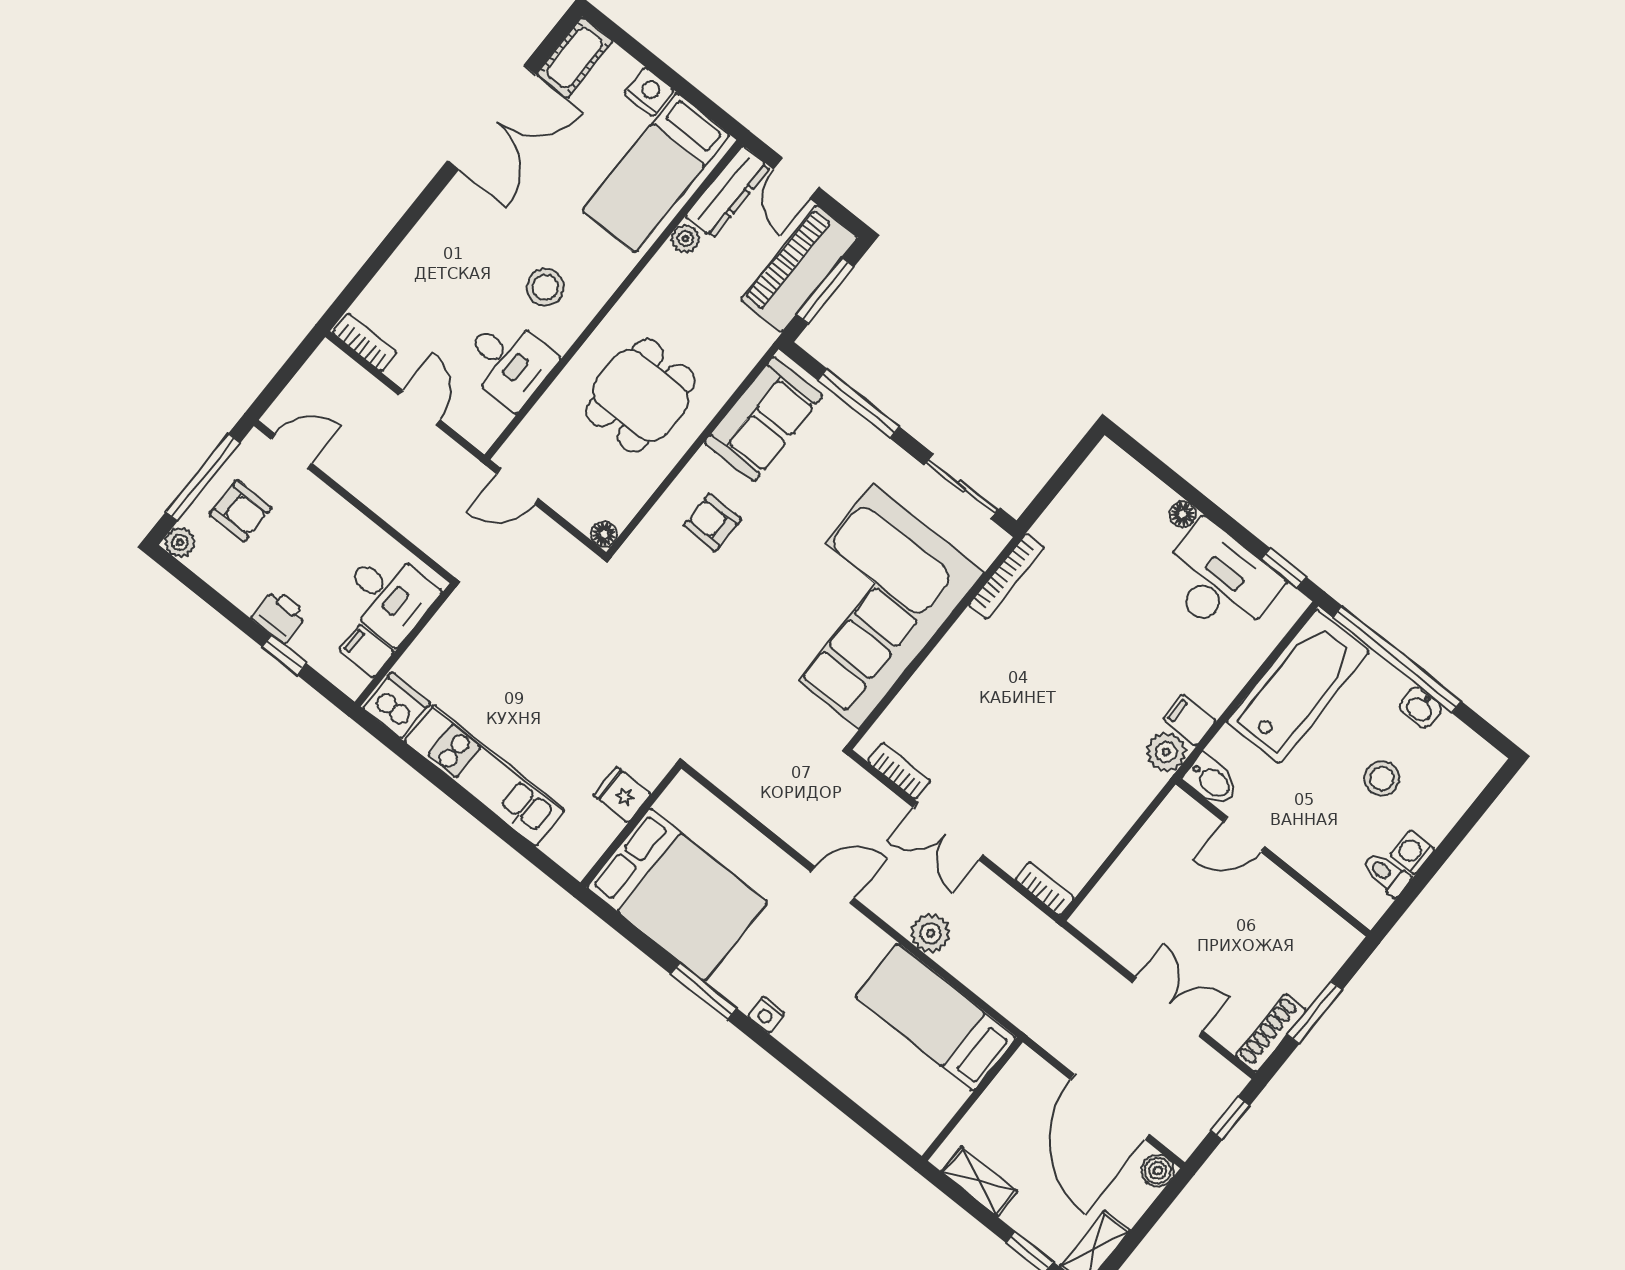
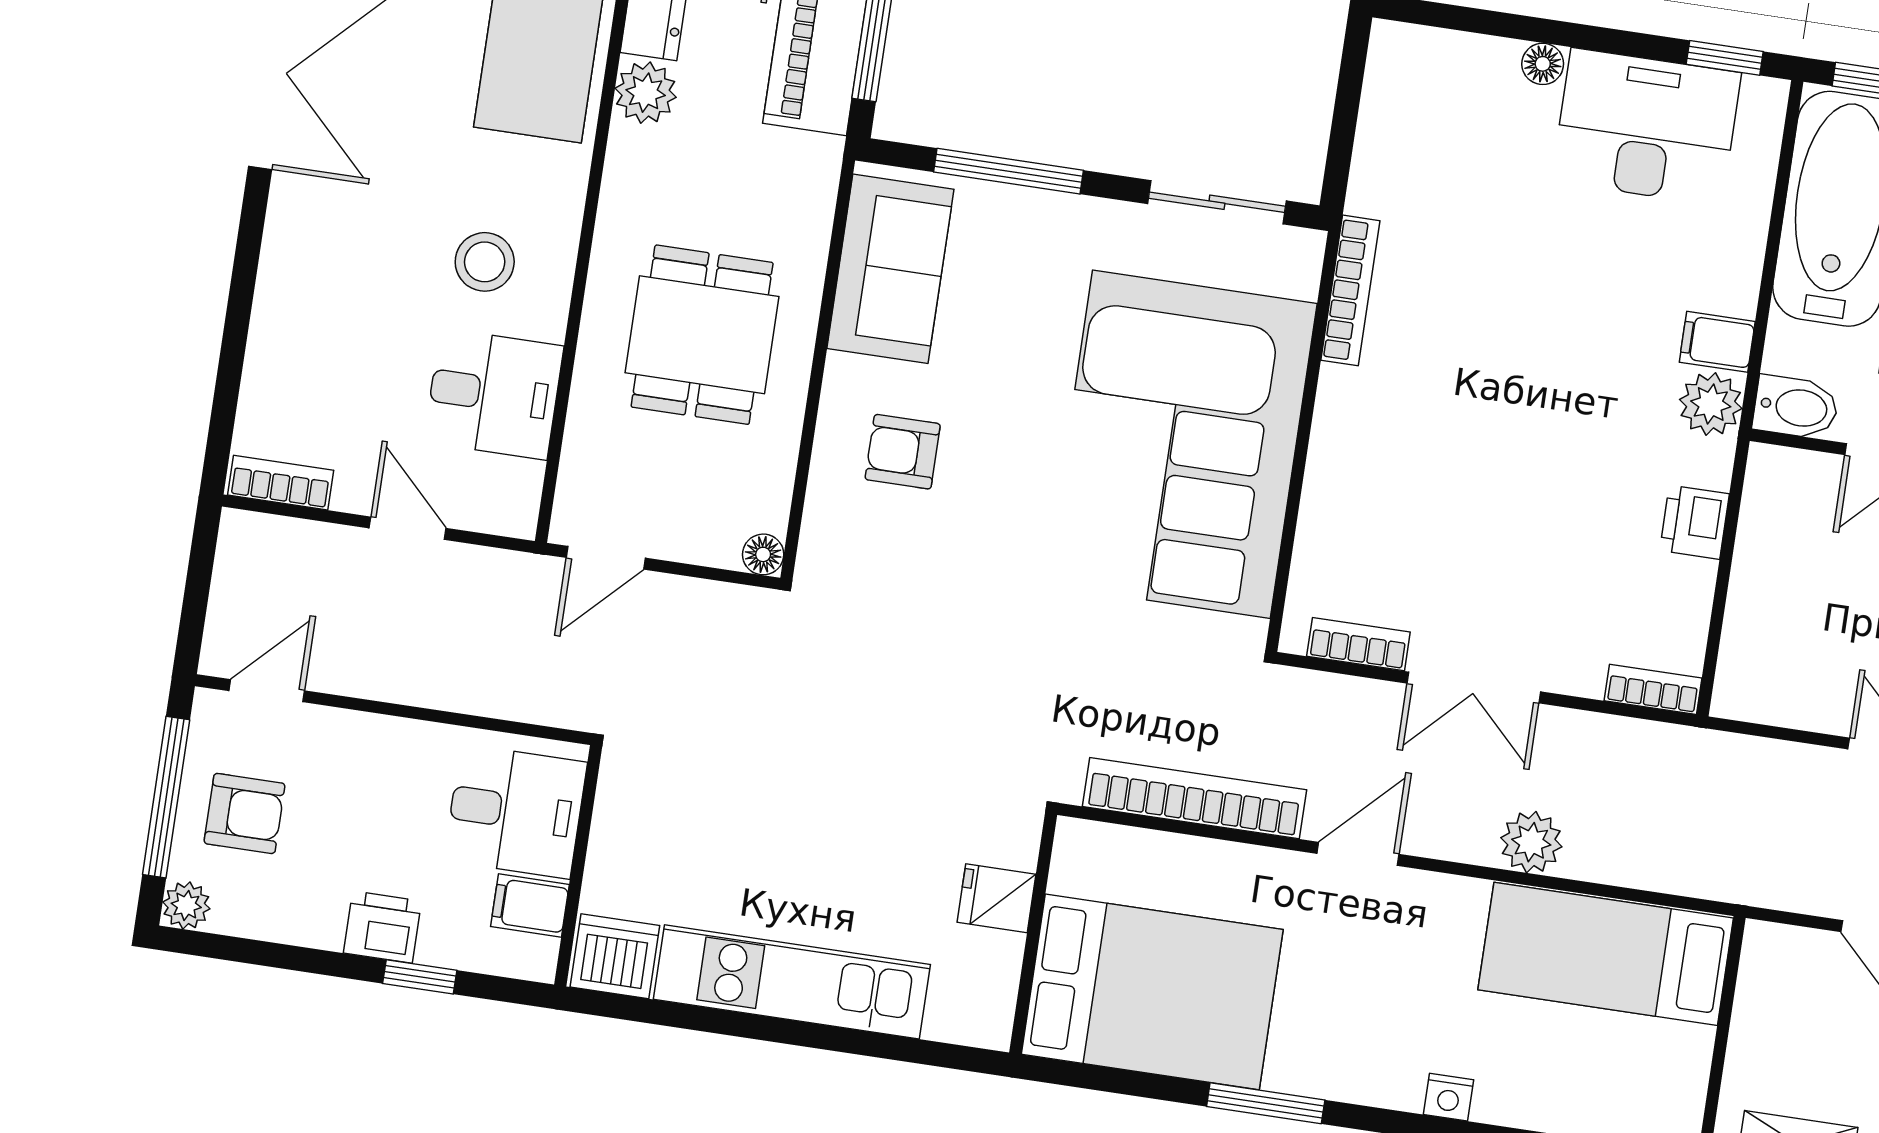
plant: (685, 239) -> (646, 93), width x1.38, depth x1.38
bookcase: (761, 803) -> (1195, 798), added
printer: (1120, 811) -> (1695, 522), added
nightstand: (766, 1015) -> (1449, 1097), moved

